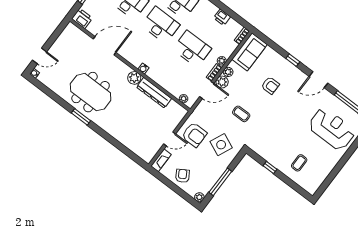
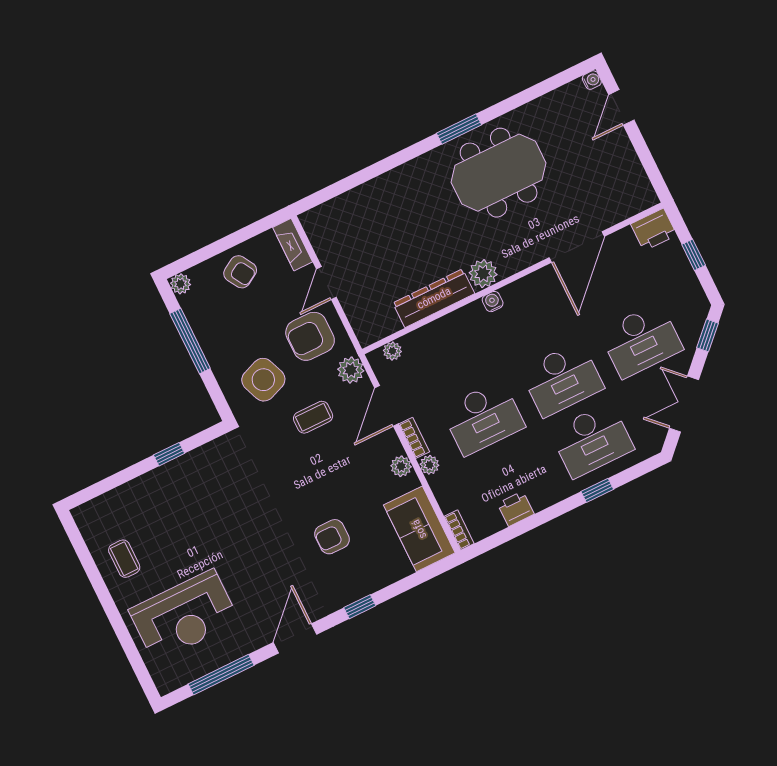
plant: (222, 82) -> (351, 370), moved
coffee table: (241, 114) -> (313, 417), moved
side table: (221, 145) -> (263, 380), turned 45
coffee table: (299, 163) -> (124, 559), moved

